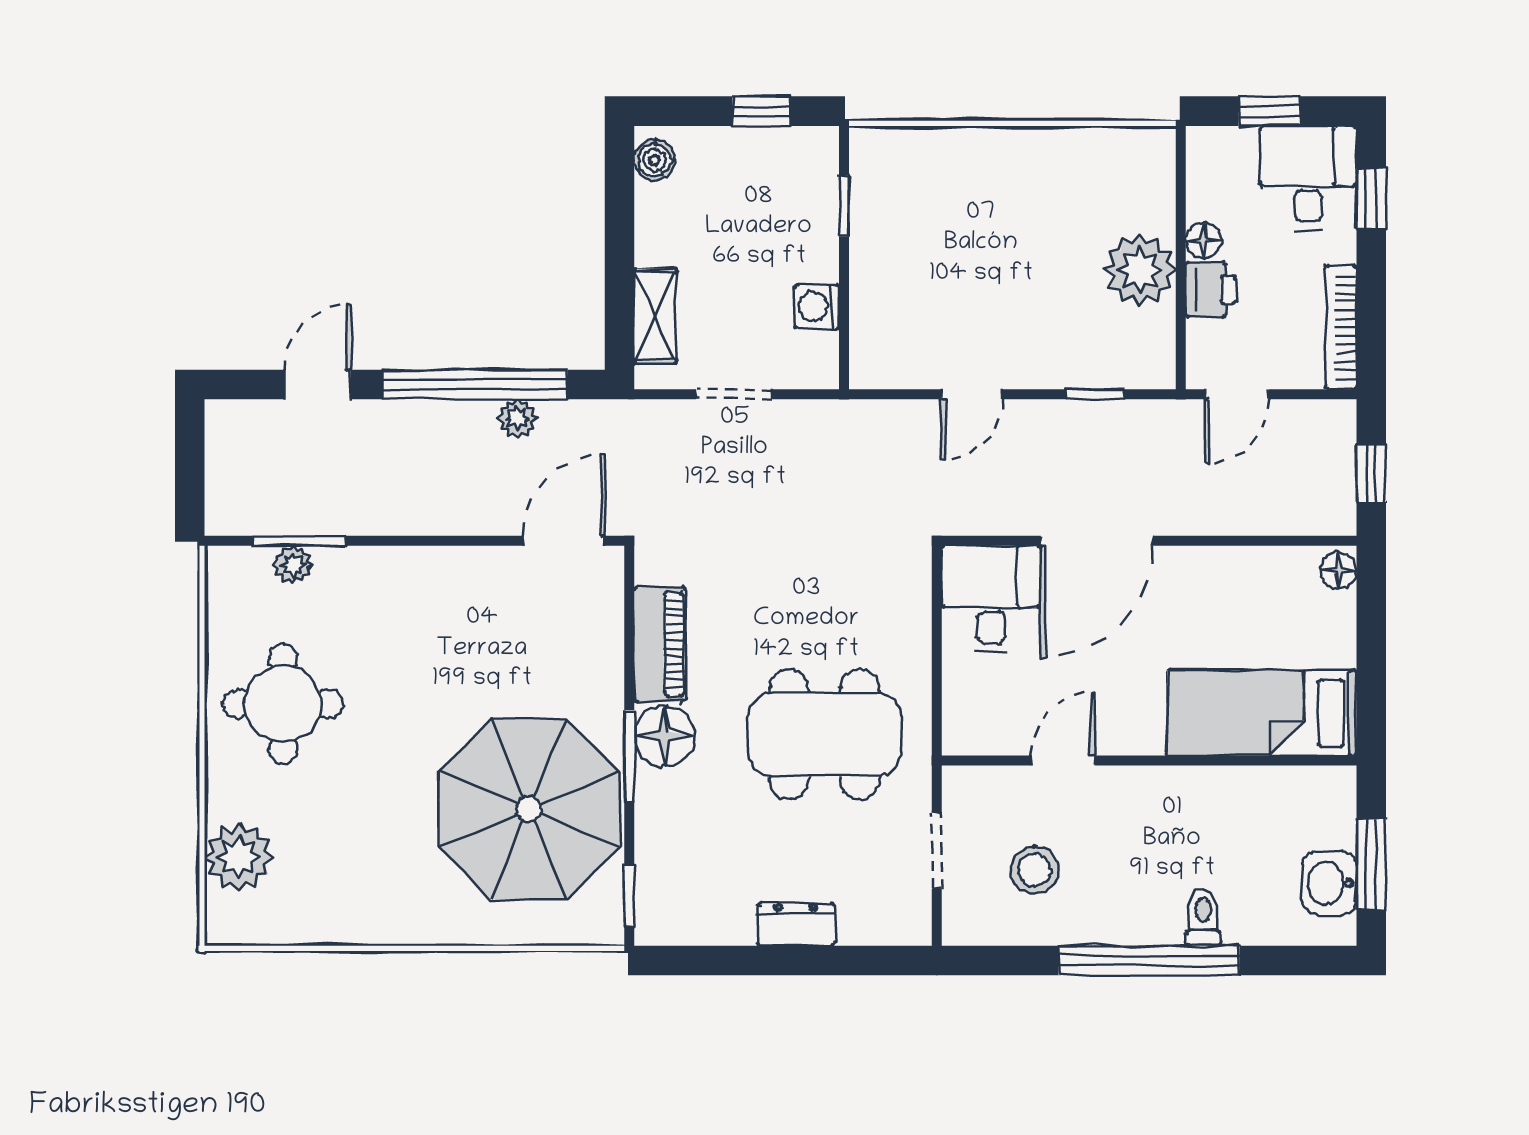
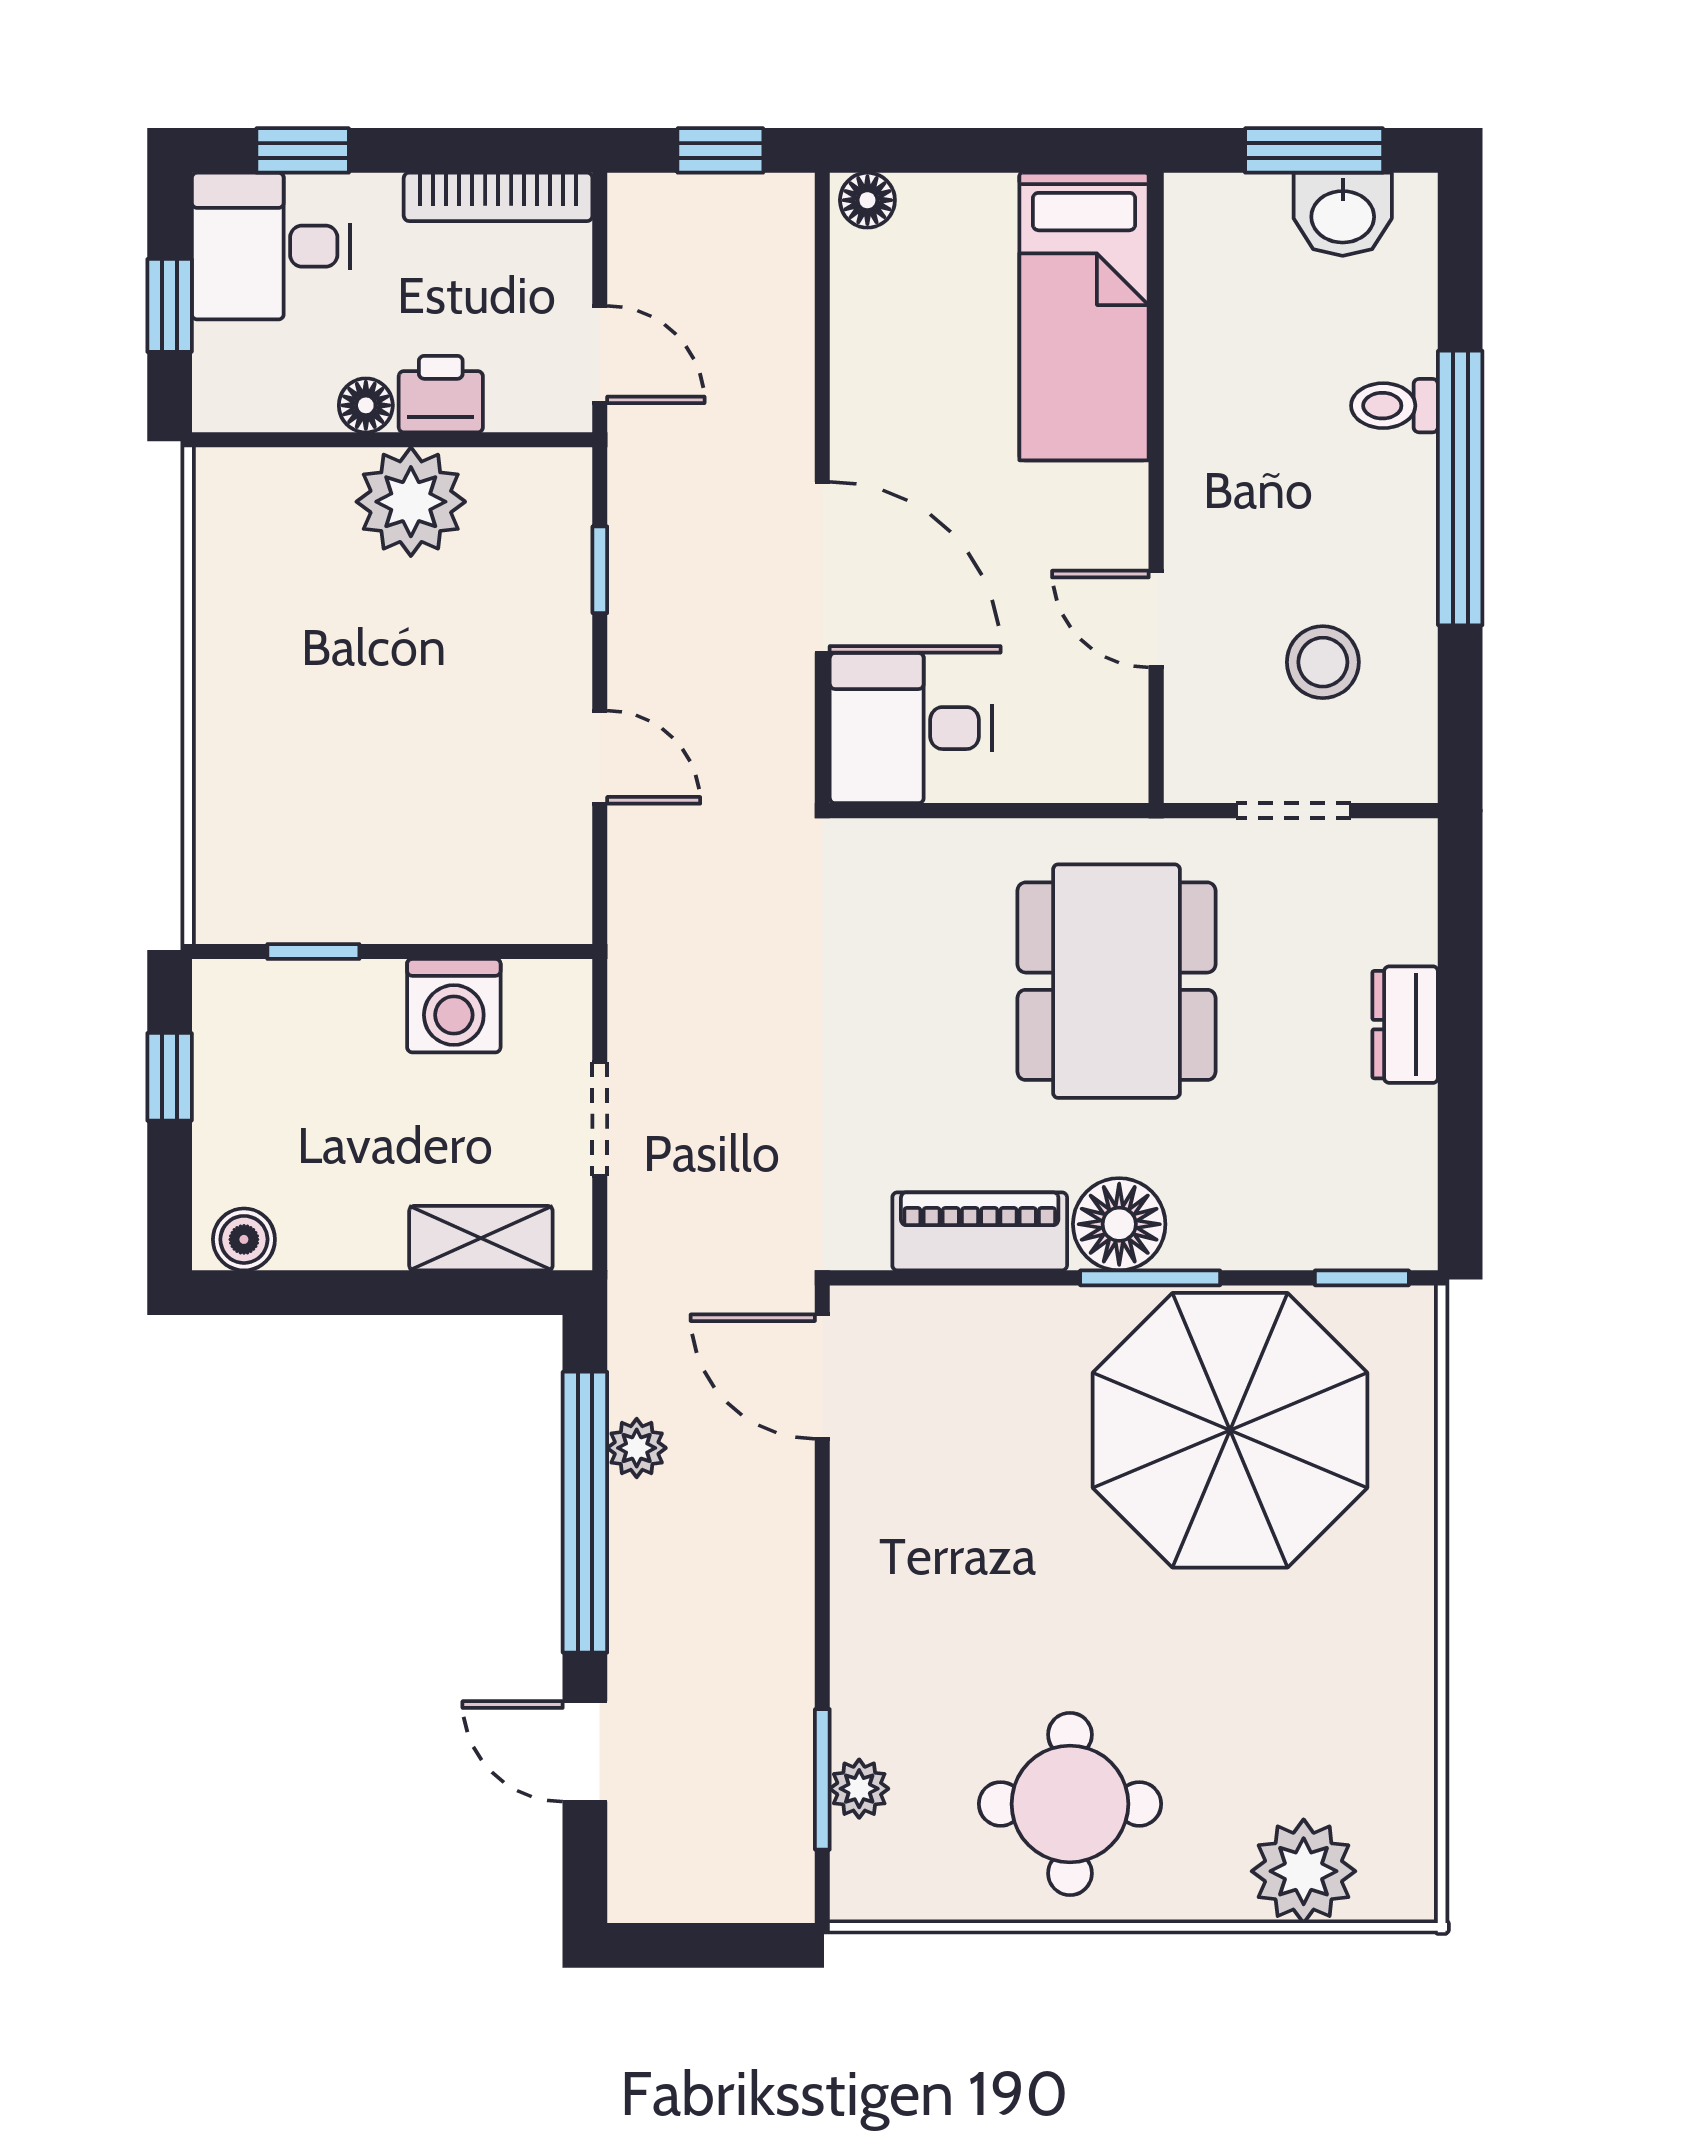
washing machine: (817, 307) -> (454, 1006), width x1.38, depth x1.38

